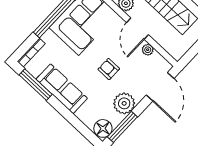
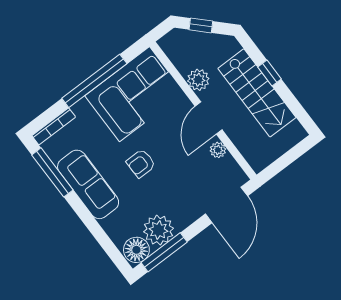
armchair: (109, 69) -> (141, 163), moved, turned -90
plant: (124, 103) -> (158, 230), moved

